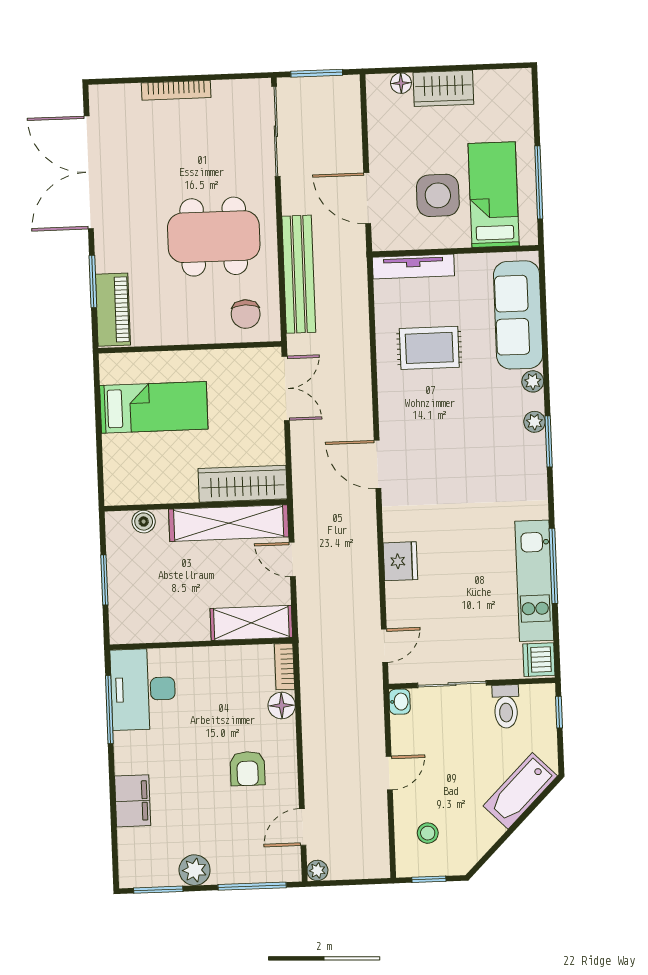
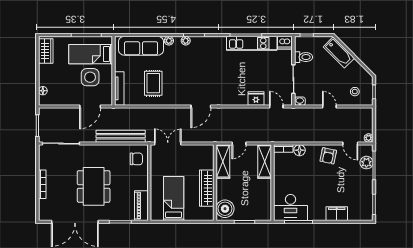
wardrobe: (443, 88) -> (46, 51), moved
dining table: (214, 237) -> (94, 186), moved
piano: (113, 310) -> (141, 206), moved, turned -90
wardrobe: (243, 484) -> (207, 188), moved
boiler: (144, 522) -> (225, 209), width x1.86, depth x1.86
shelving: (229, 523) -> (223, 161), width x0.68
fridge: (400, 561) -> (256, 99), moved
armchair: (247, 769) -> (328, 156), moved, turned 102
plant: (195, 870) -> (366, 163), moved

